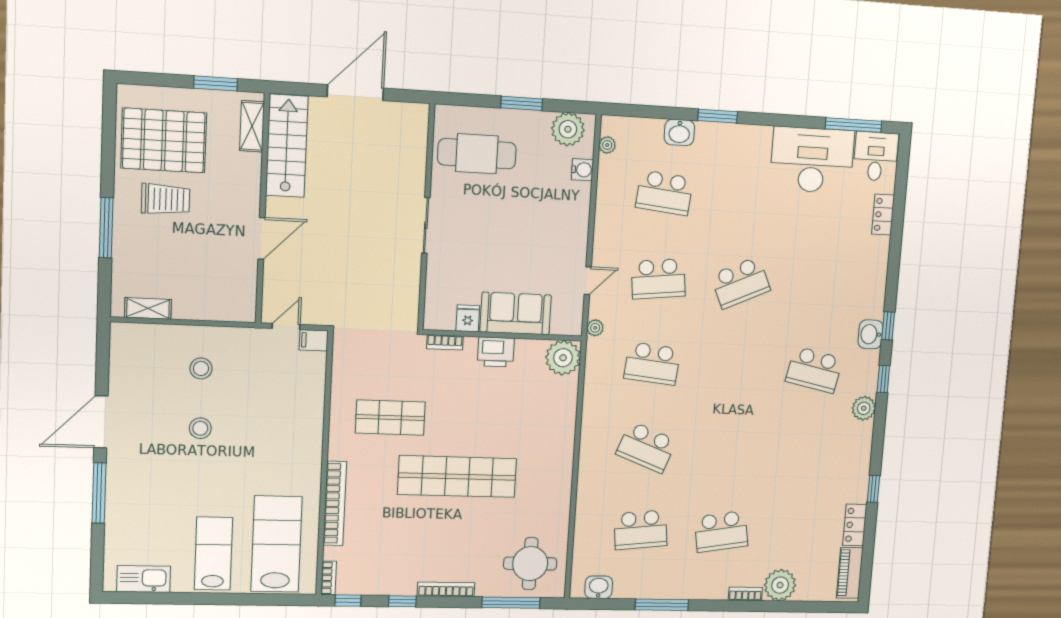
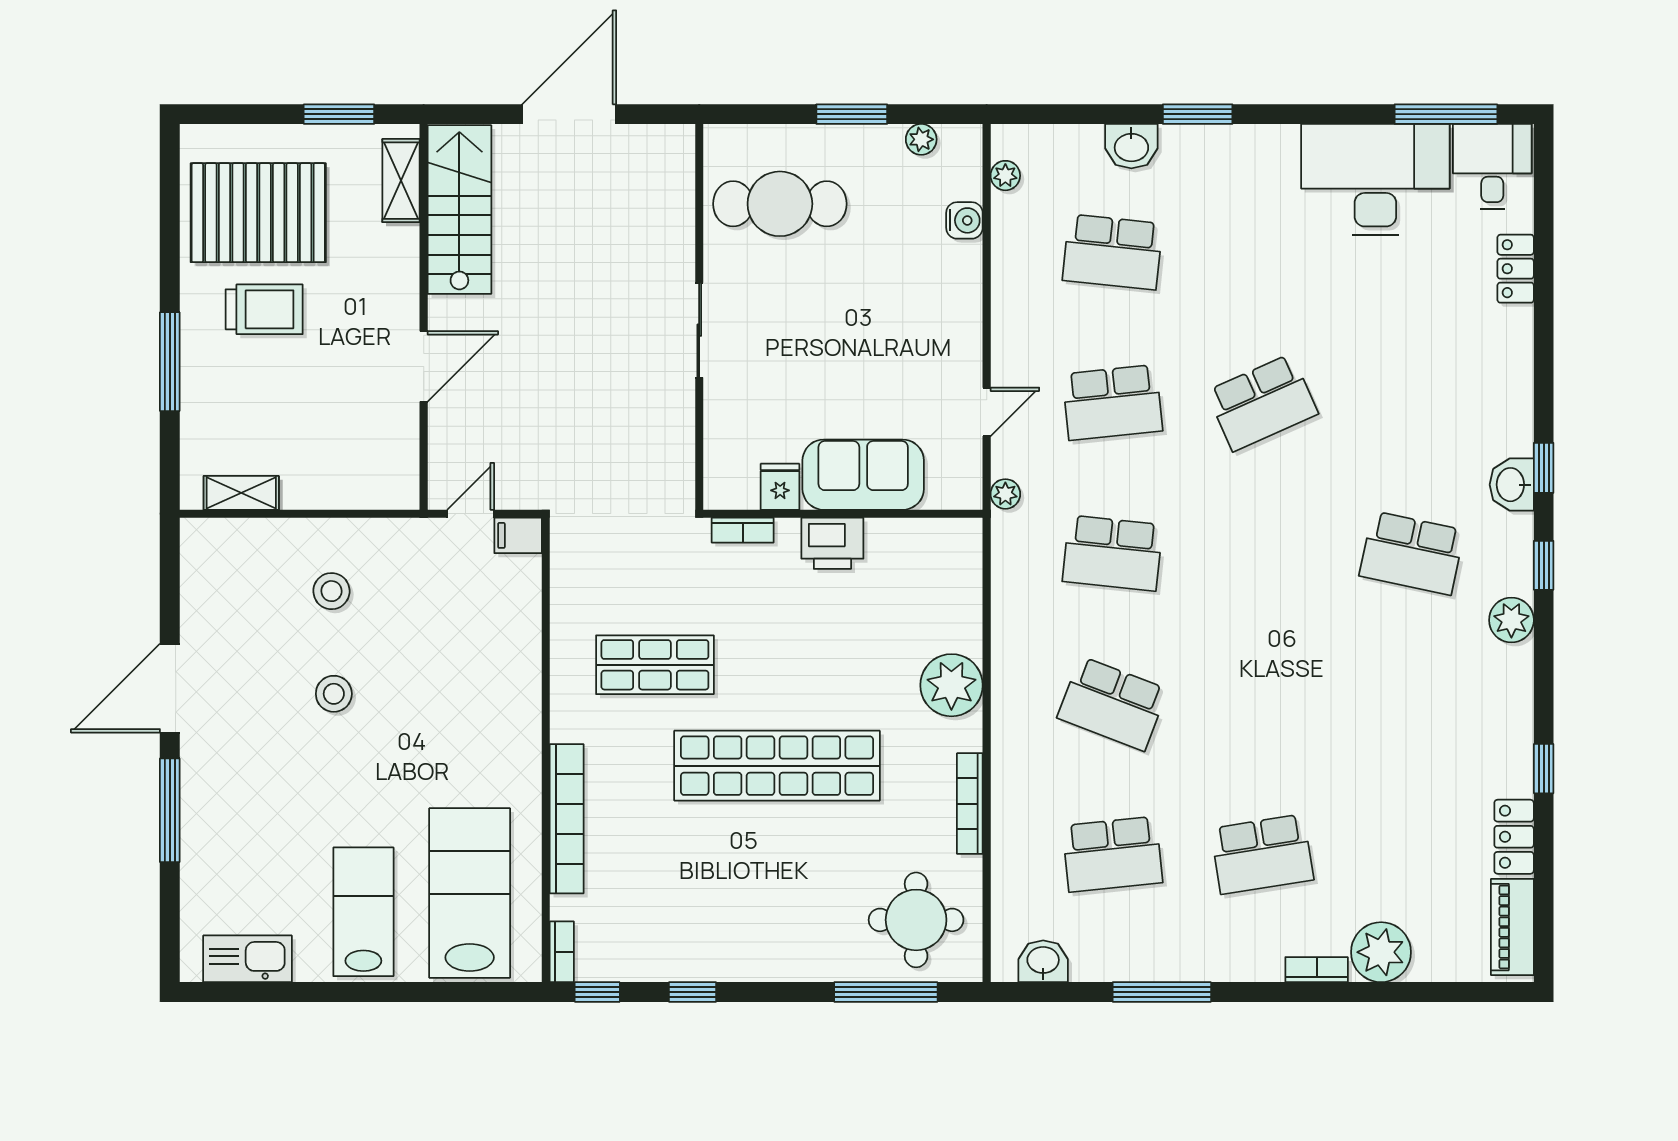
plant: (568, 129) -> (921, 139), width x0.53, depth x0.53
plant: (563, 358) -> (951, 685), moved
bookcase: (446, 589) -> (970, 804), moved, turned -90

